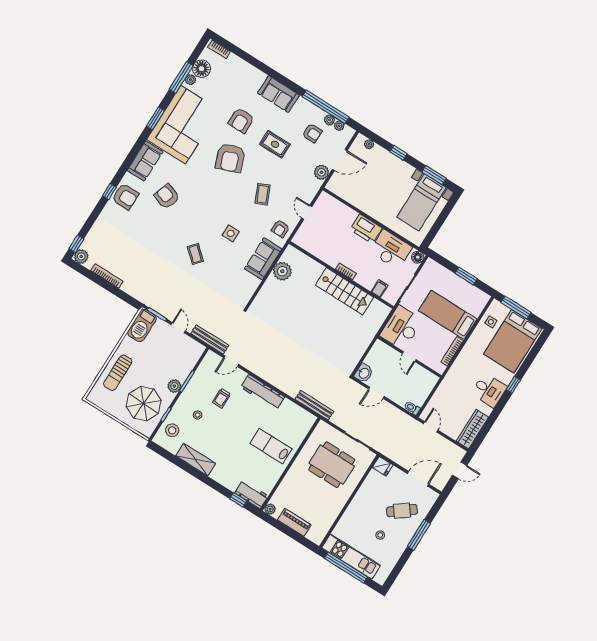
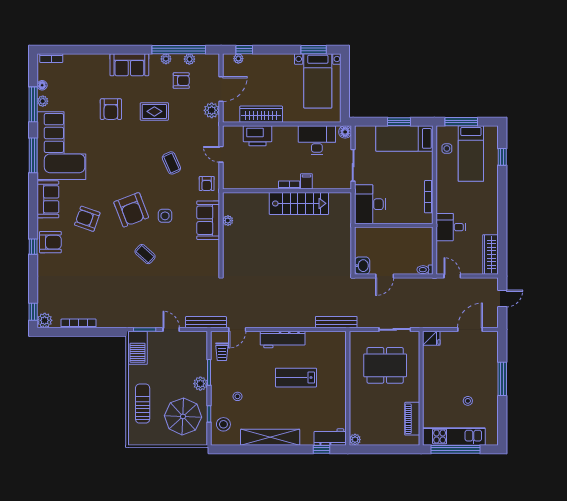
floor lamp: (202, 69) -> (42, 85), width x0.53, depth x0.53
window: (155, 118) -> (33, 155), width x1.44
plant: (339, 126) -> (166, 59), moved
window: (398, 153) -> (244, 50), moved
armchair: (230, 158) -> (131, 210), moved
wardrobe: (359, 200) -> (261, 114), added
printer: (366, 229) -> (257, 136), moved
plant: (282, 271) -> (228, 221), width x0.53, depth x0.53
filing cabinet: (380, 289) -> (306, 181), moved
bed: (448, 315) -> (404, 138), moved
bed: (513, 341) -> (471, 154), width x0.67
door: (409, 357) -> (394, 225), removed
sun lounger: (118, 373) -> (143, 404), turned 180
window: (513, 385) -> (502, 157), moved
desk: (489, 390) -> (451, 227), moved, turned 180
trolley: (221, 398) -> (222, 352), moved
lab bench: (271, 446) -> (296, 378), moved
shelving: (196, 460) -> (270, 437), width x1.47
cafe table: (402, 511) -> (474, 367), removed
piano: (294, 522) -> (412, 419), moved, turned -90

